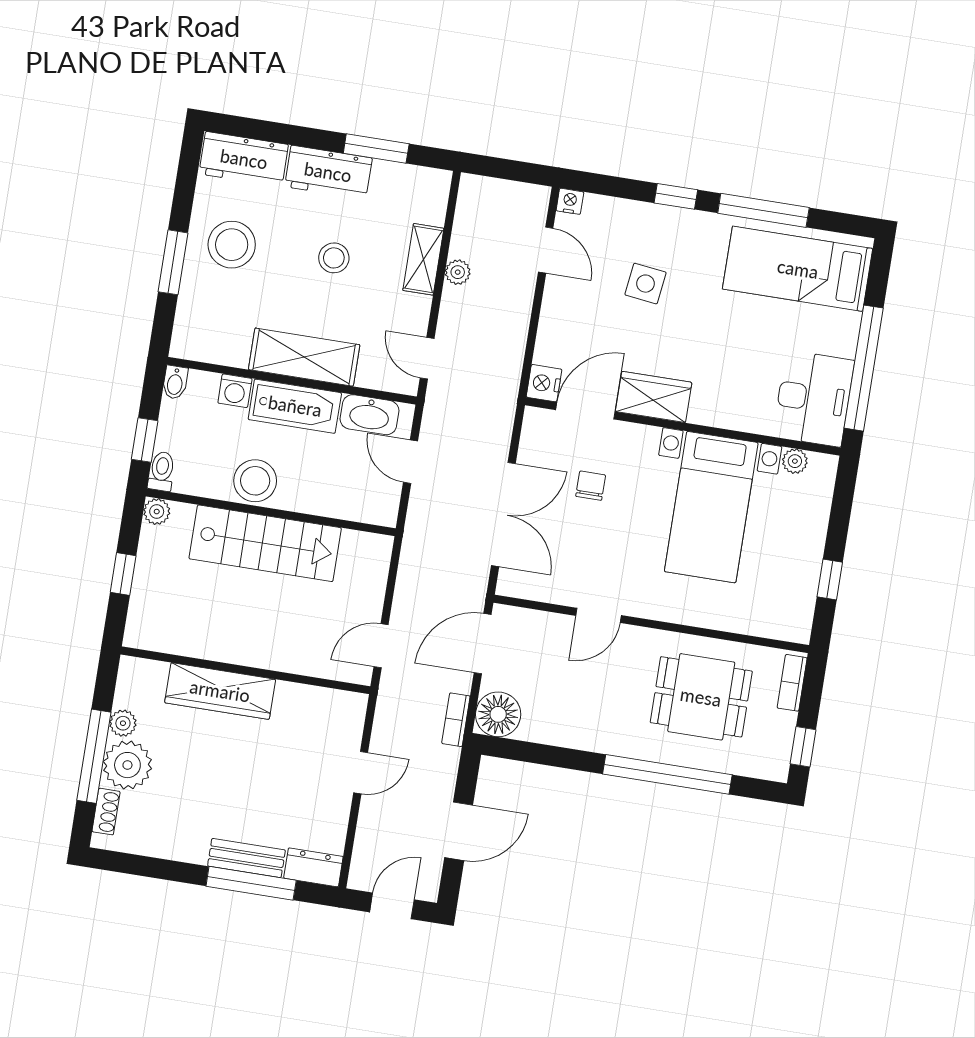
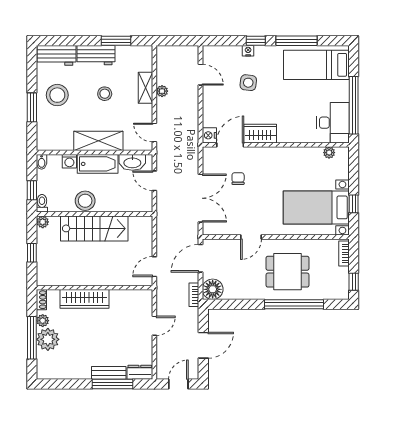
nightstand: (570, 201) -> (248, 51), moved
bed with nightstands: (711, 507) -> (316, 207), moved, turned 90
dining table: (701, 697) -> (288, 272), moved
shoe rack: (106, 812) -> (41, 300), moved

